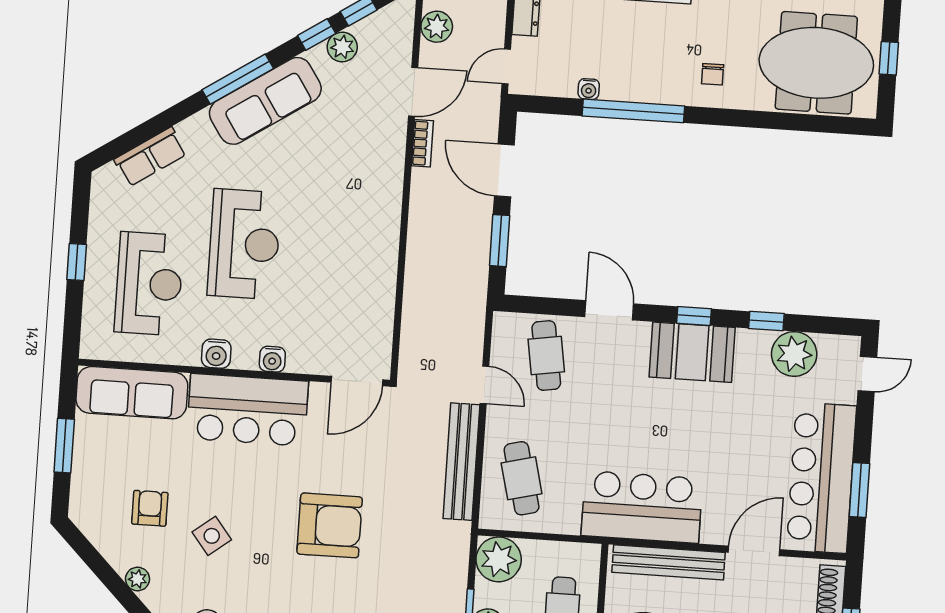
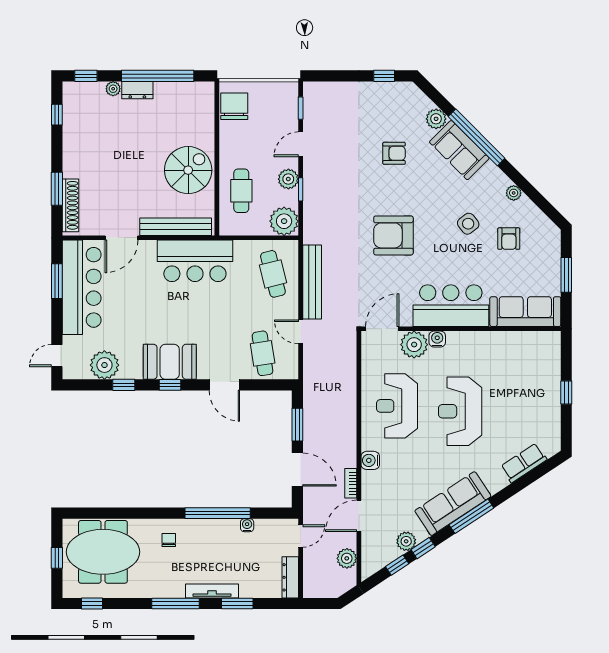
reception desk: (149, 284) -> (397, 406), moved
plant: (309, 353) -> (414, 345), added
water cooler: (216, 354) -> (370, 460), moved, turned -90

